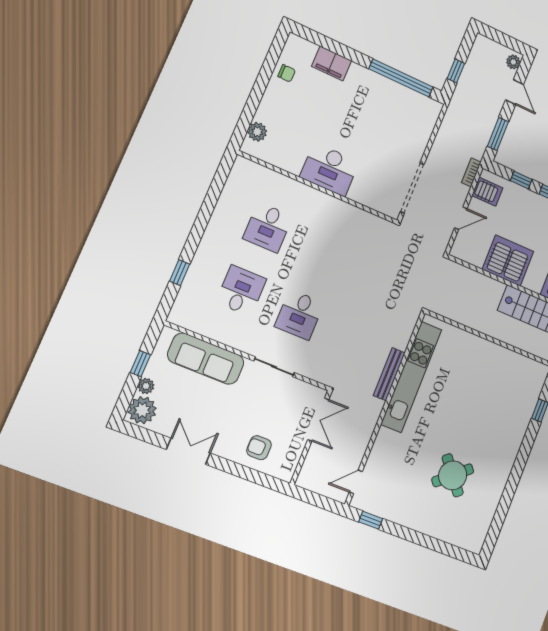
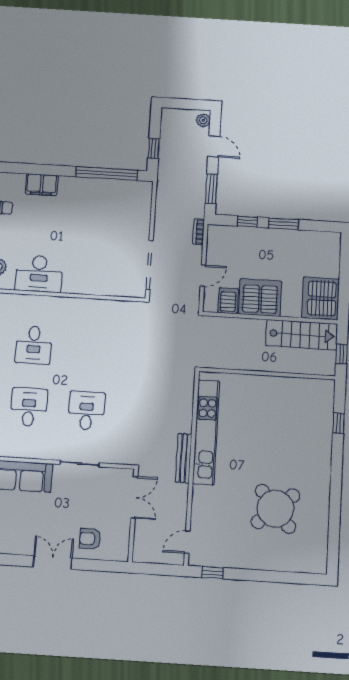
desk: (330, 169) -> (39, 274), moved
server rack: (487, 192) -> (228, 301), moved, turned -90
desk: (299, 315) -> (86, 411), turned 180
bench: (389, 374) -> (184, 458), moved
double door: (188, 451) -> (53, 562), moved
round table: (453, 475) -> (275, 509), width x1.36, depth x1.36

